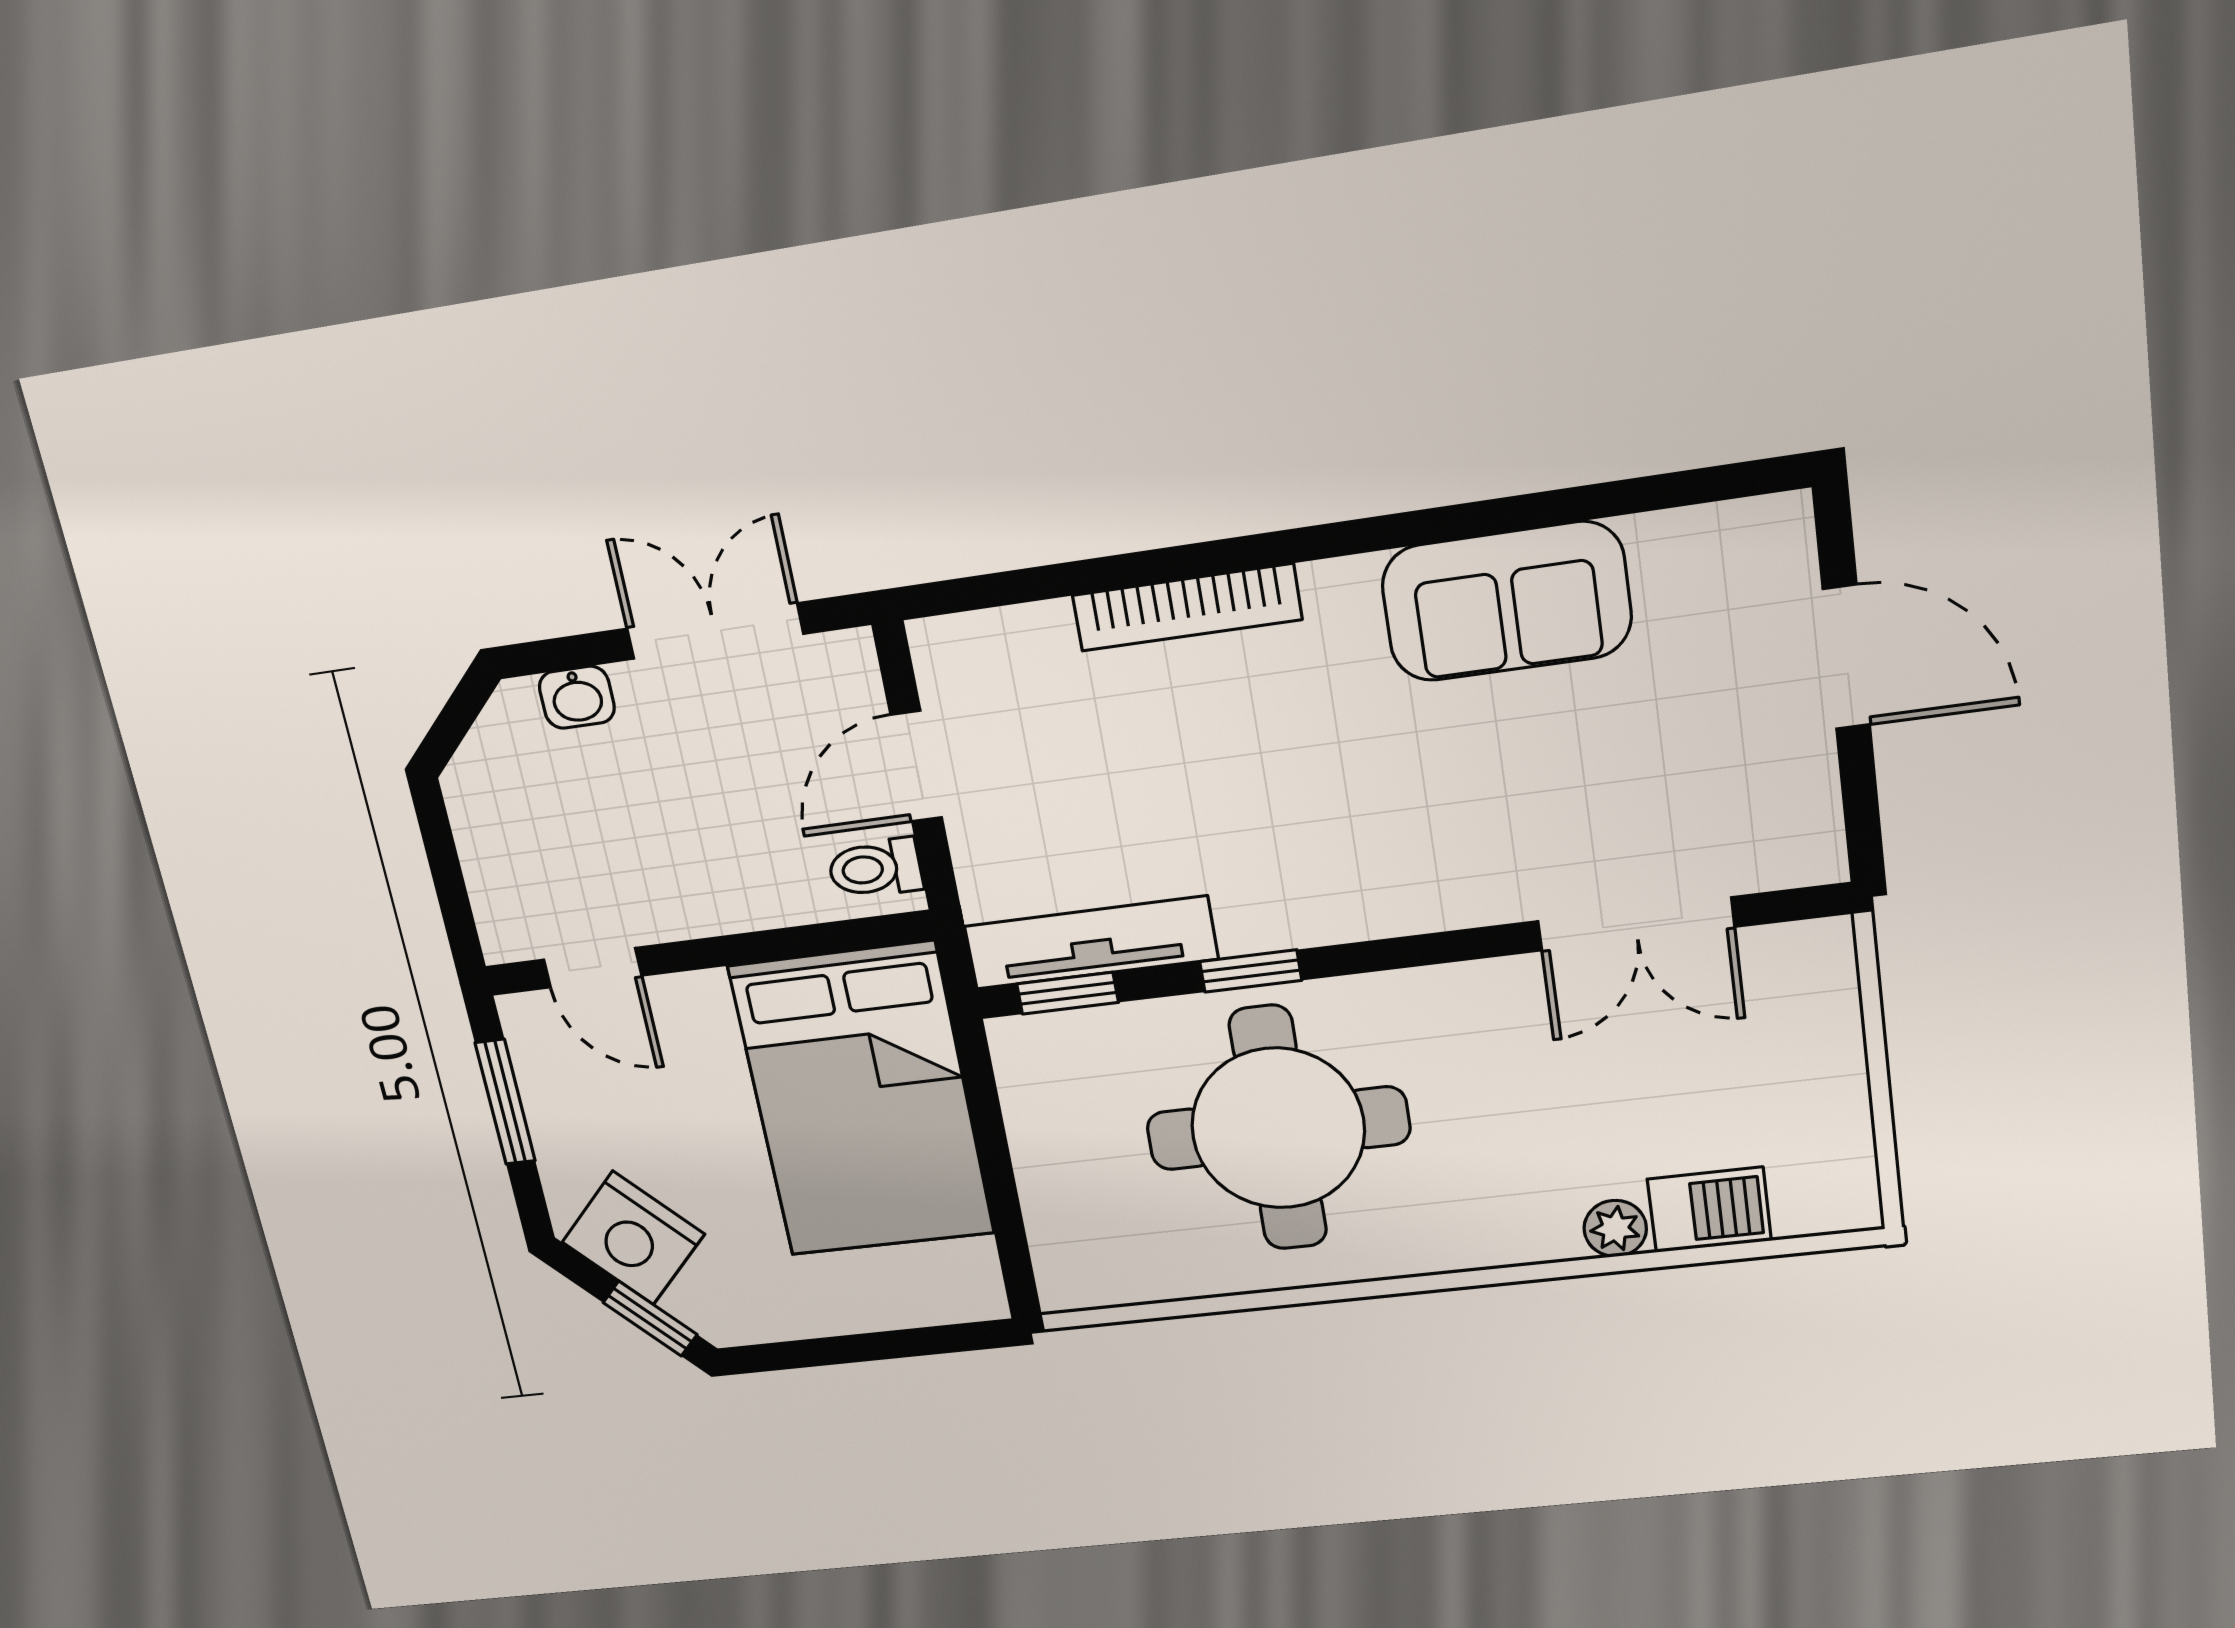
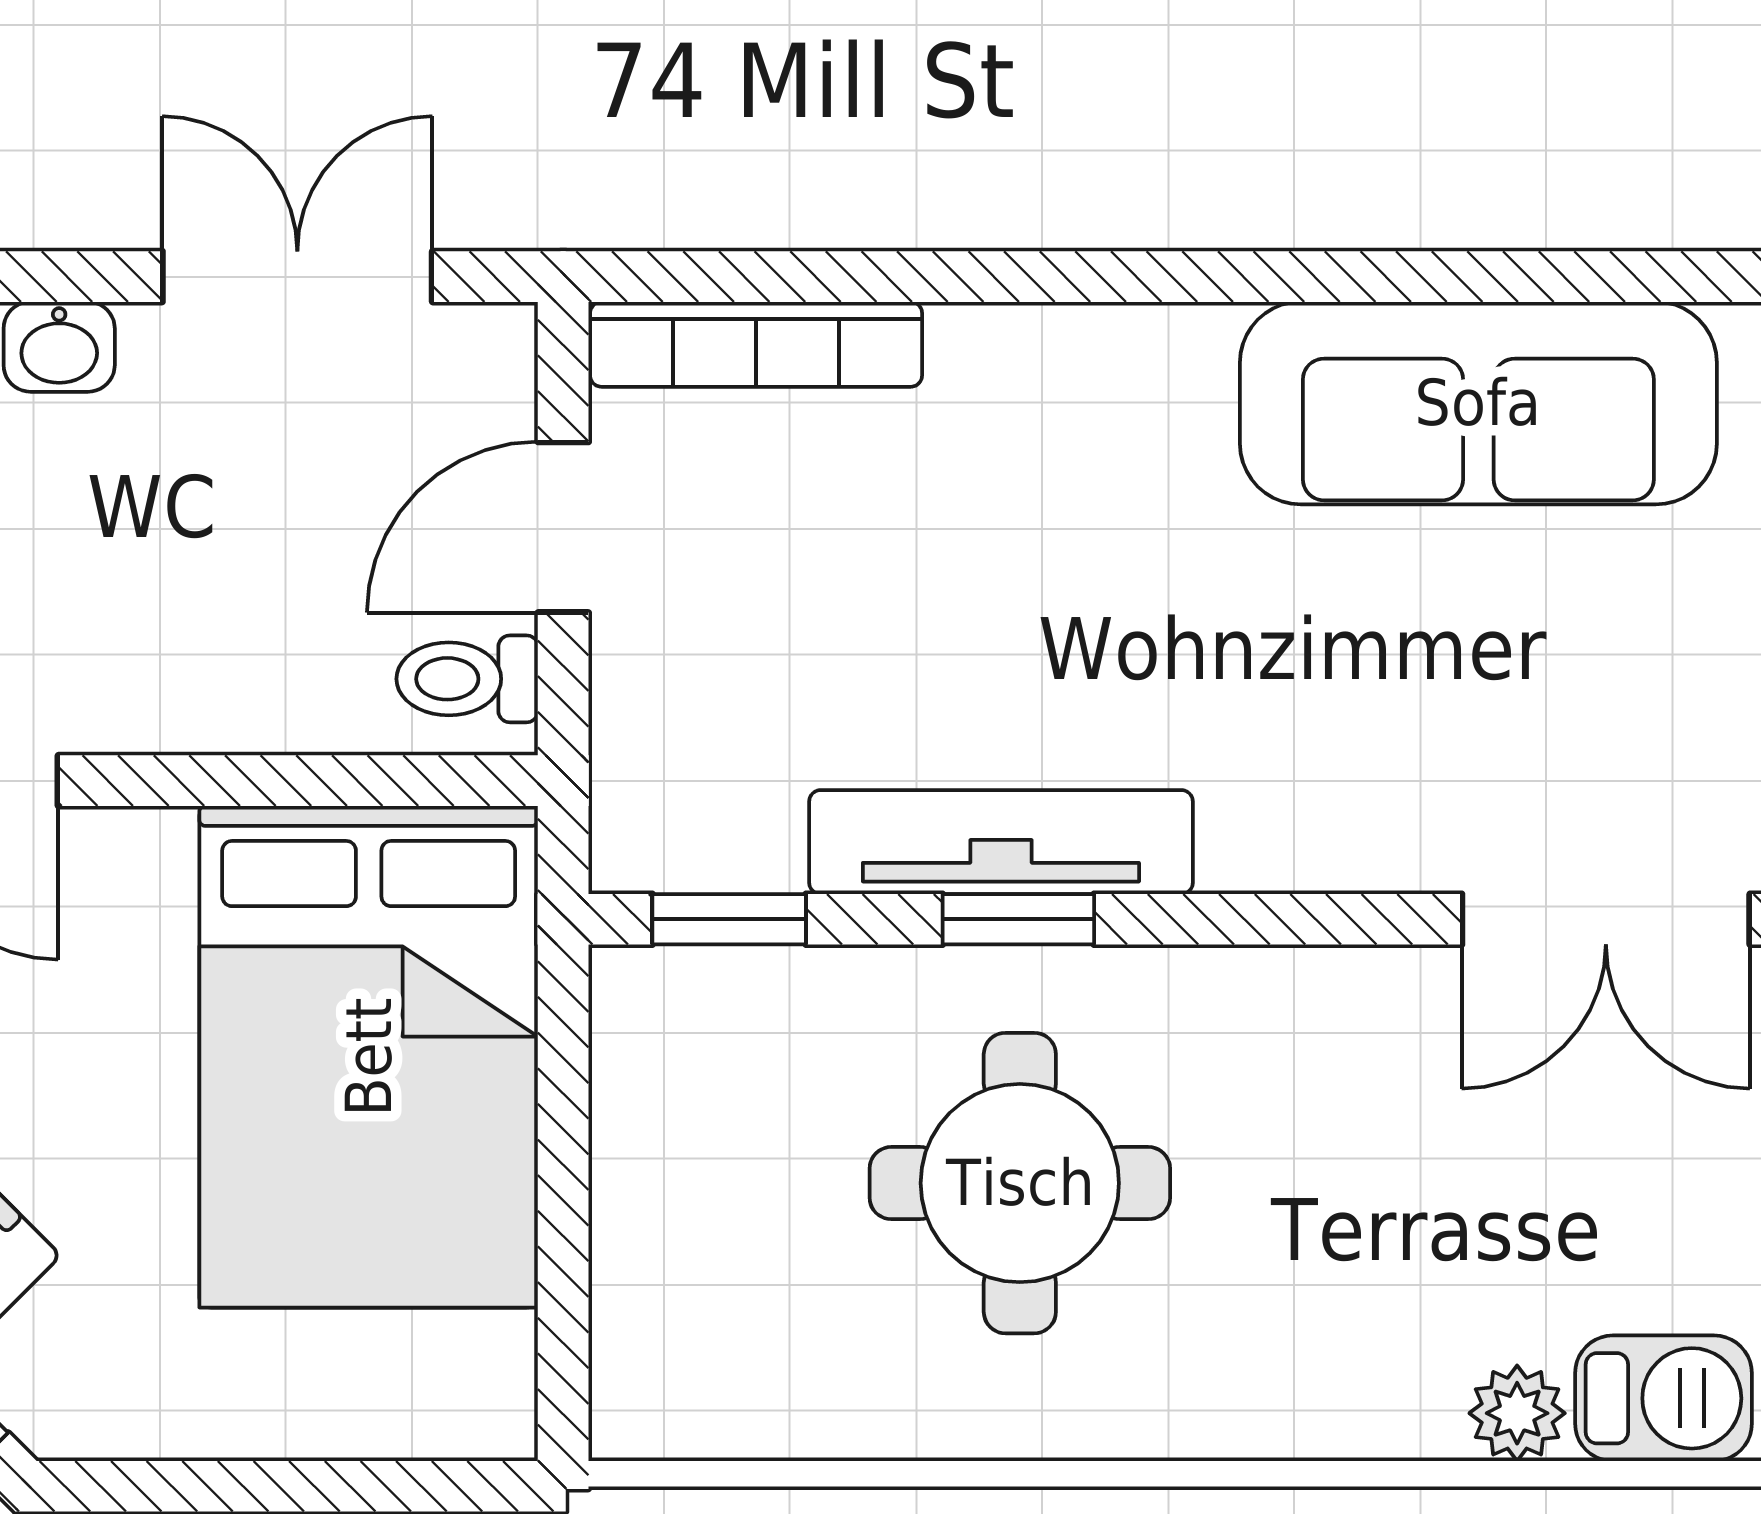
sofa: (1506, 602) -> (1478, 403), width x1.36
bookcase: (1187, 607) -> (756, 344), moved
tv unit: (1091, 943) -> (1001, 842), moved
round table: (1278, 1128) -> (1020, 1183), width x0.73, depth x0.73

